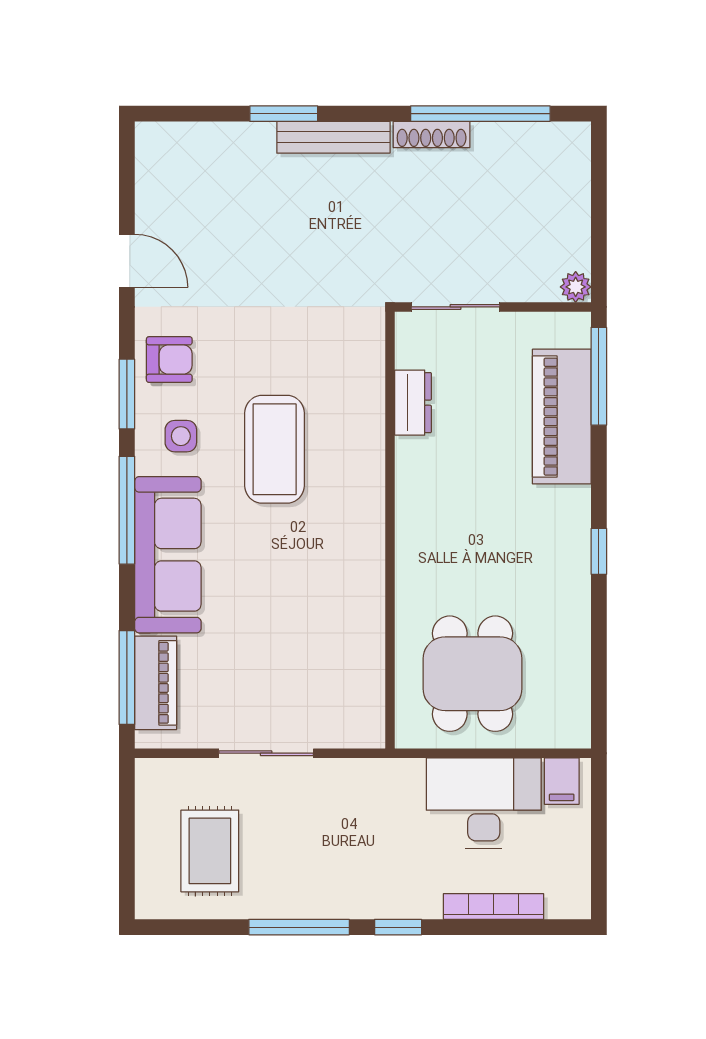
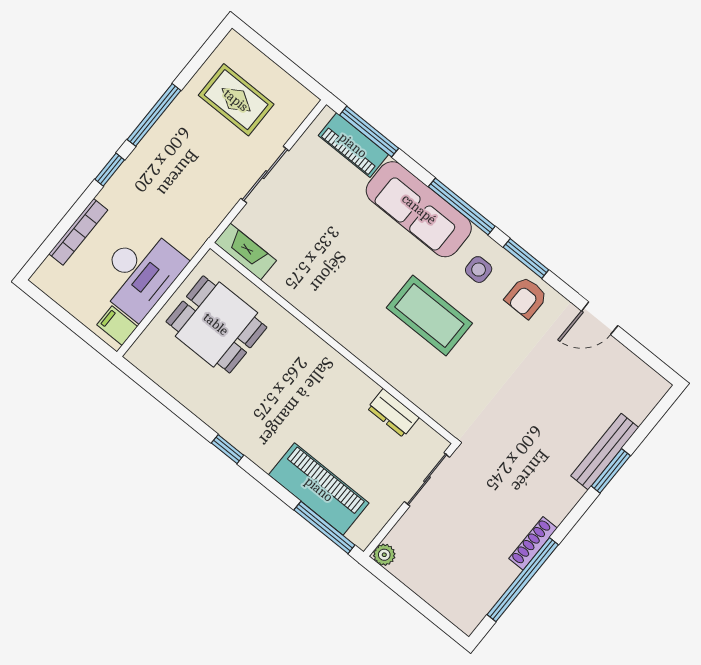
bench: (333, 137) -> (605, 452), moved
fireplace: (367, 707) -> (245, 252), added

